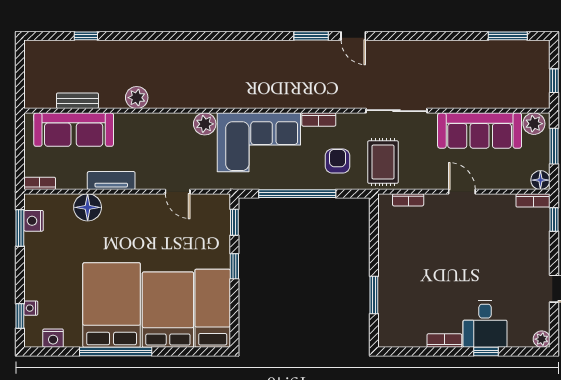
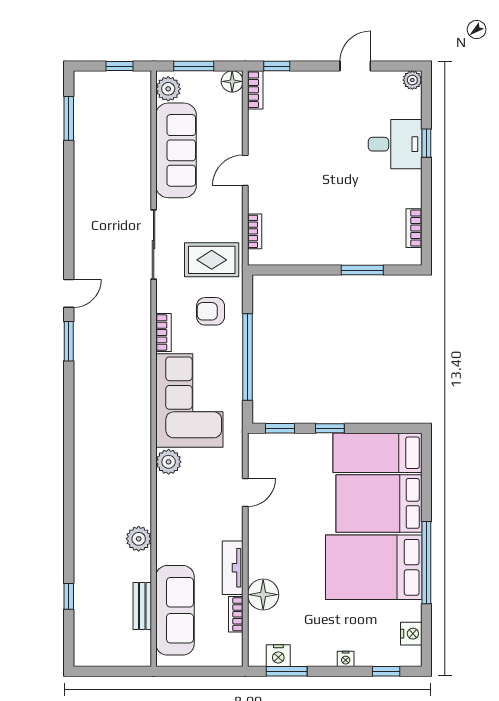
bookcase: (40, 183) -> (236, 614), moved
nightstand: (31, 308) -> (346, 659), moved
bookcase: (444, 341) -> (414, 228), moved

